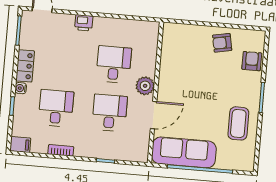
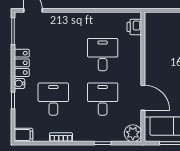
printer: (84, 23) -> (134, 27), moved, turned 90
plant: (145, 86) -> (133, 133), moved
door: (154, 115) -> (143, 98), hinge flipped

